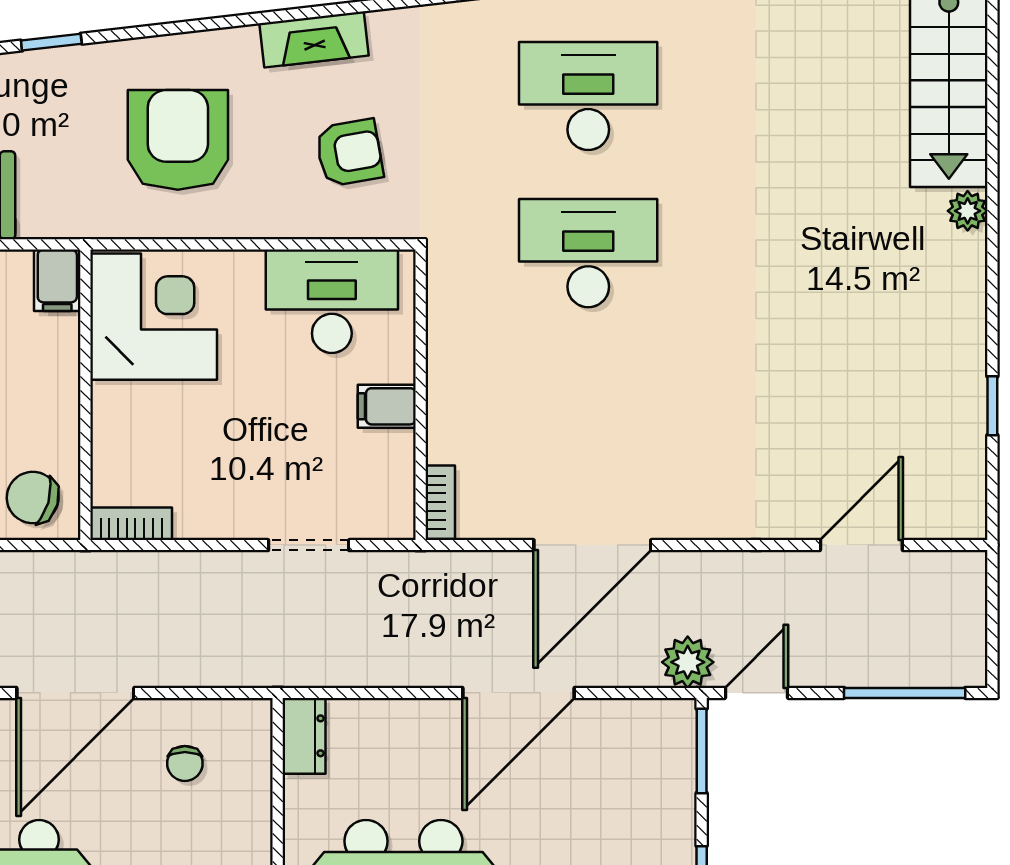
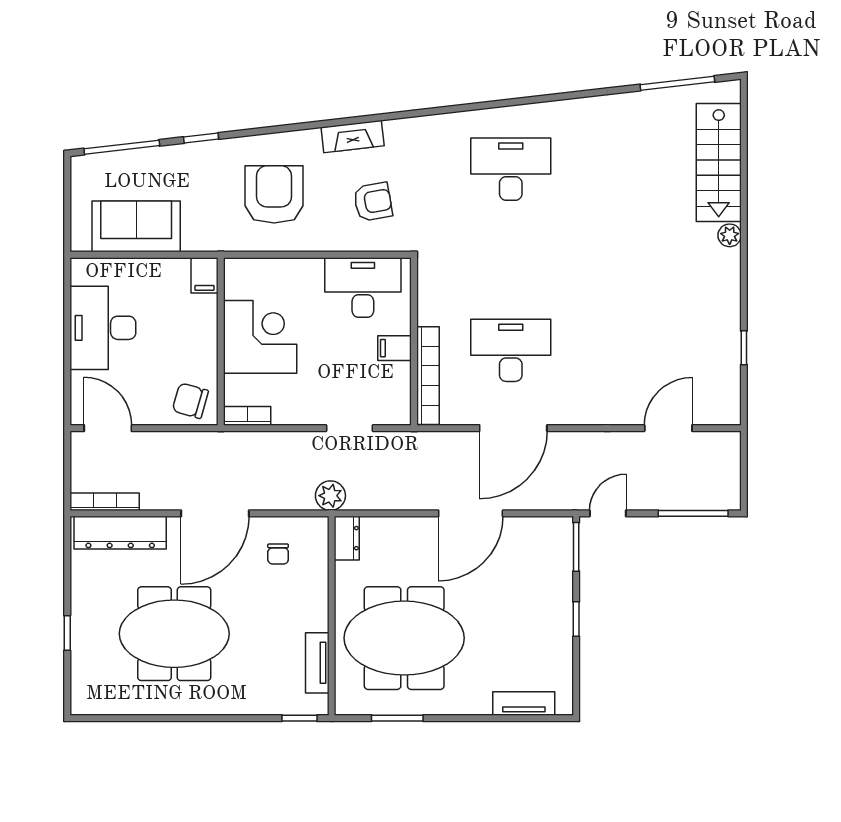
desk: (588, 253) -> (511, 350), moved
corner desk: (154, 317) -> (260, 337), moved
bookcase: (440, 502) -> (428, 376), width x2.31, depth x1.31
plant: (688, 662) -> (330, 496), moved

